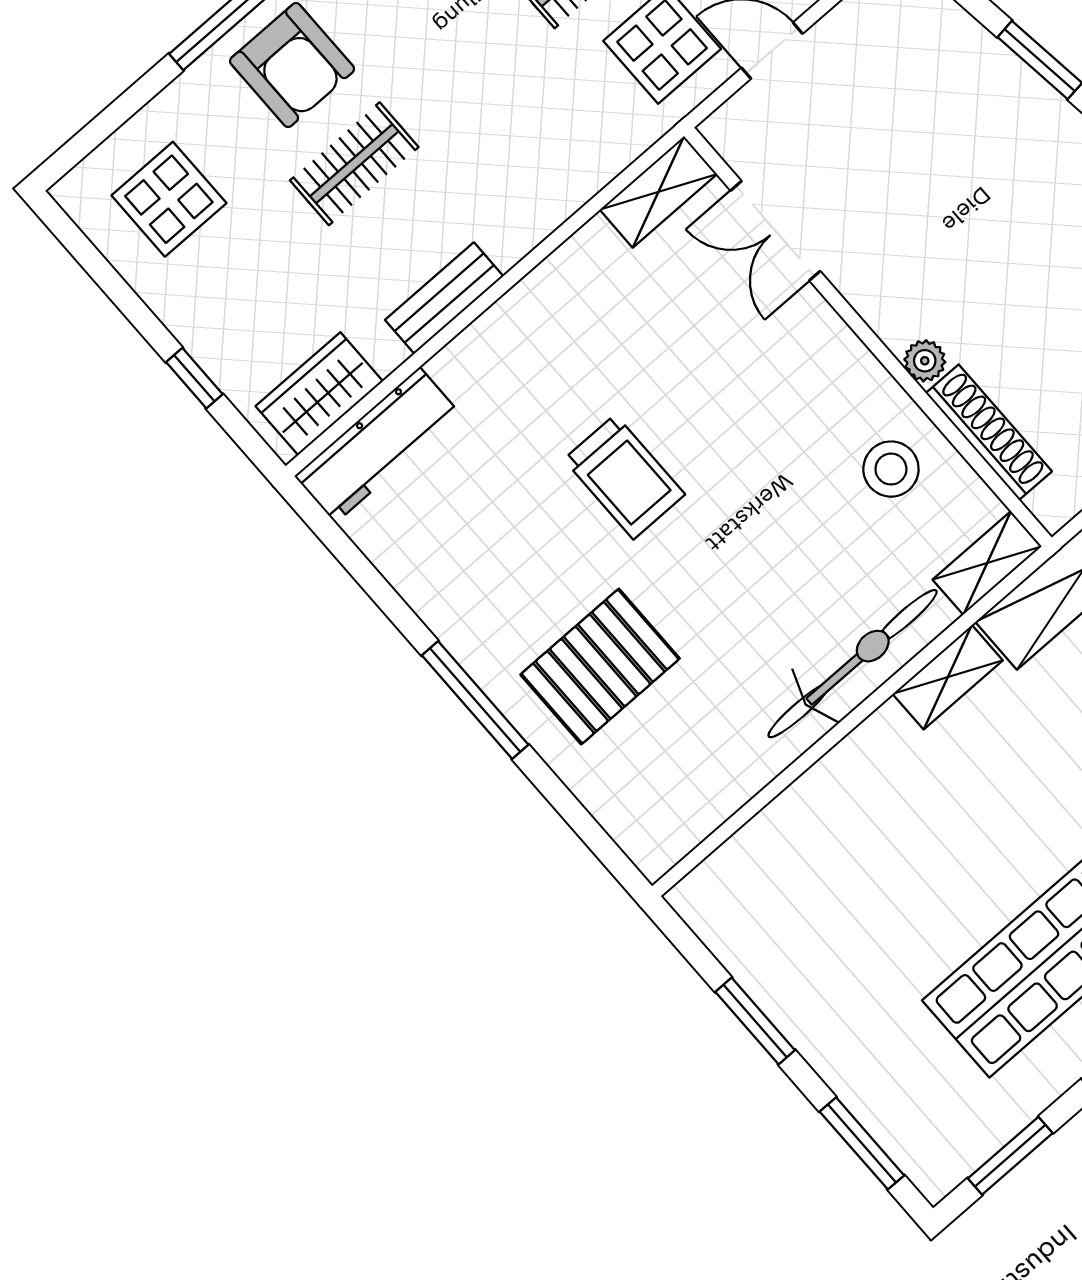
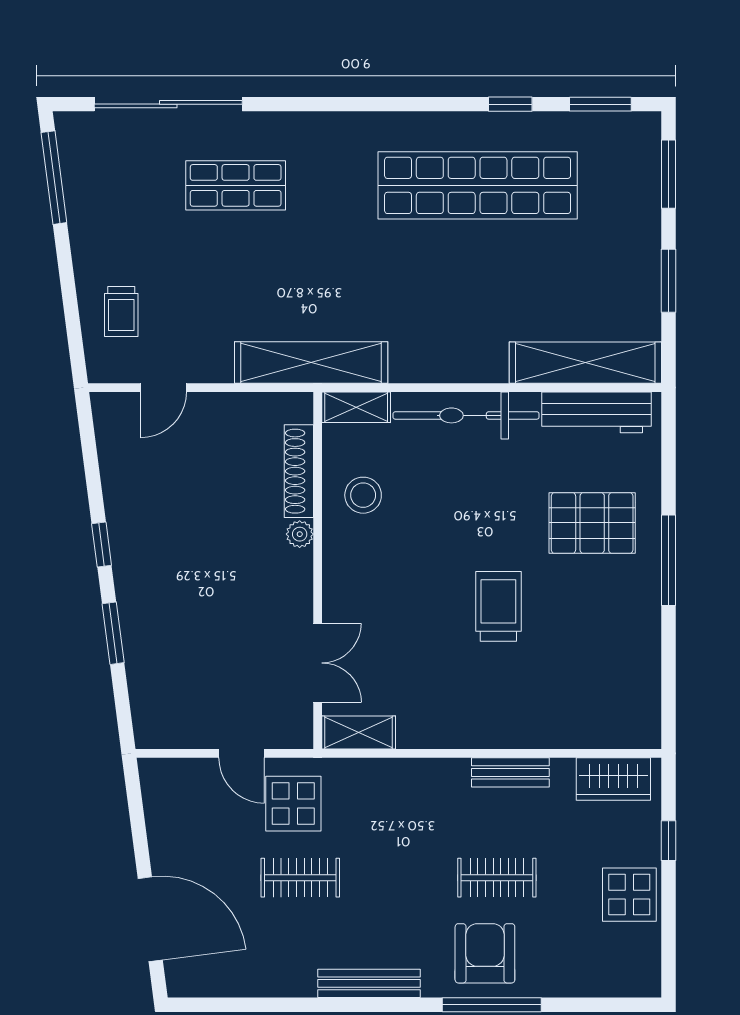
display table: (169, 199) -> (629, 895), moved
workbench: (377, 445) -> (596, 412), moved, turned 180
shelving: (948, 677) -> (585, 363), moved, width x2.20, depth x1.33

